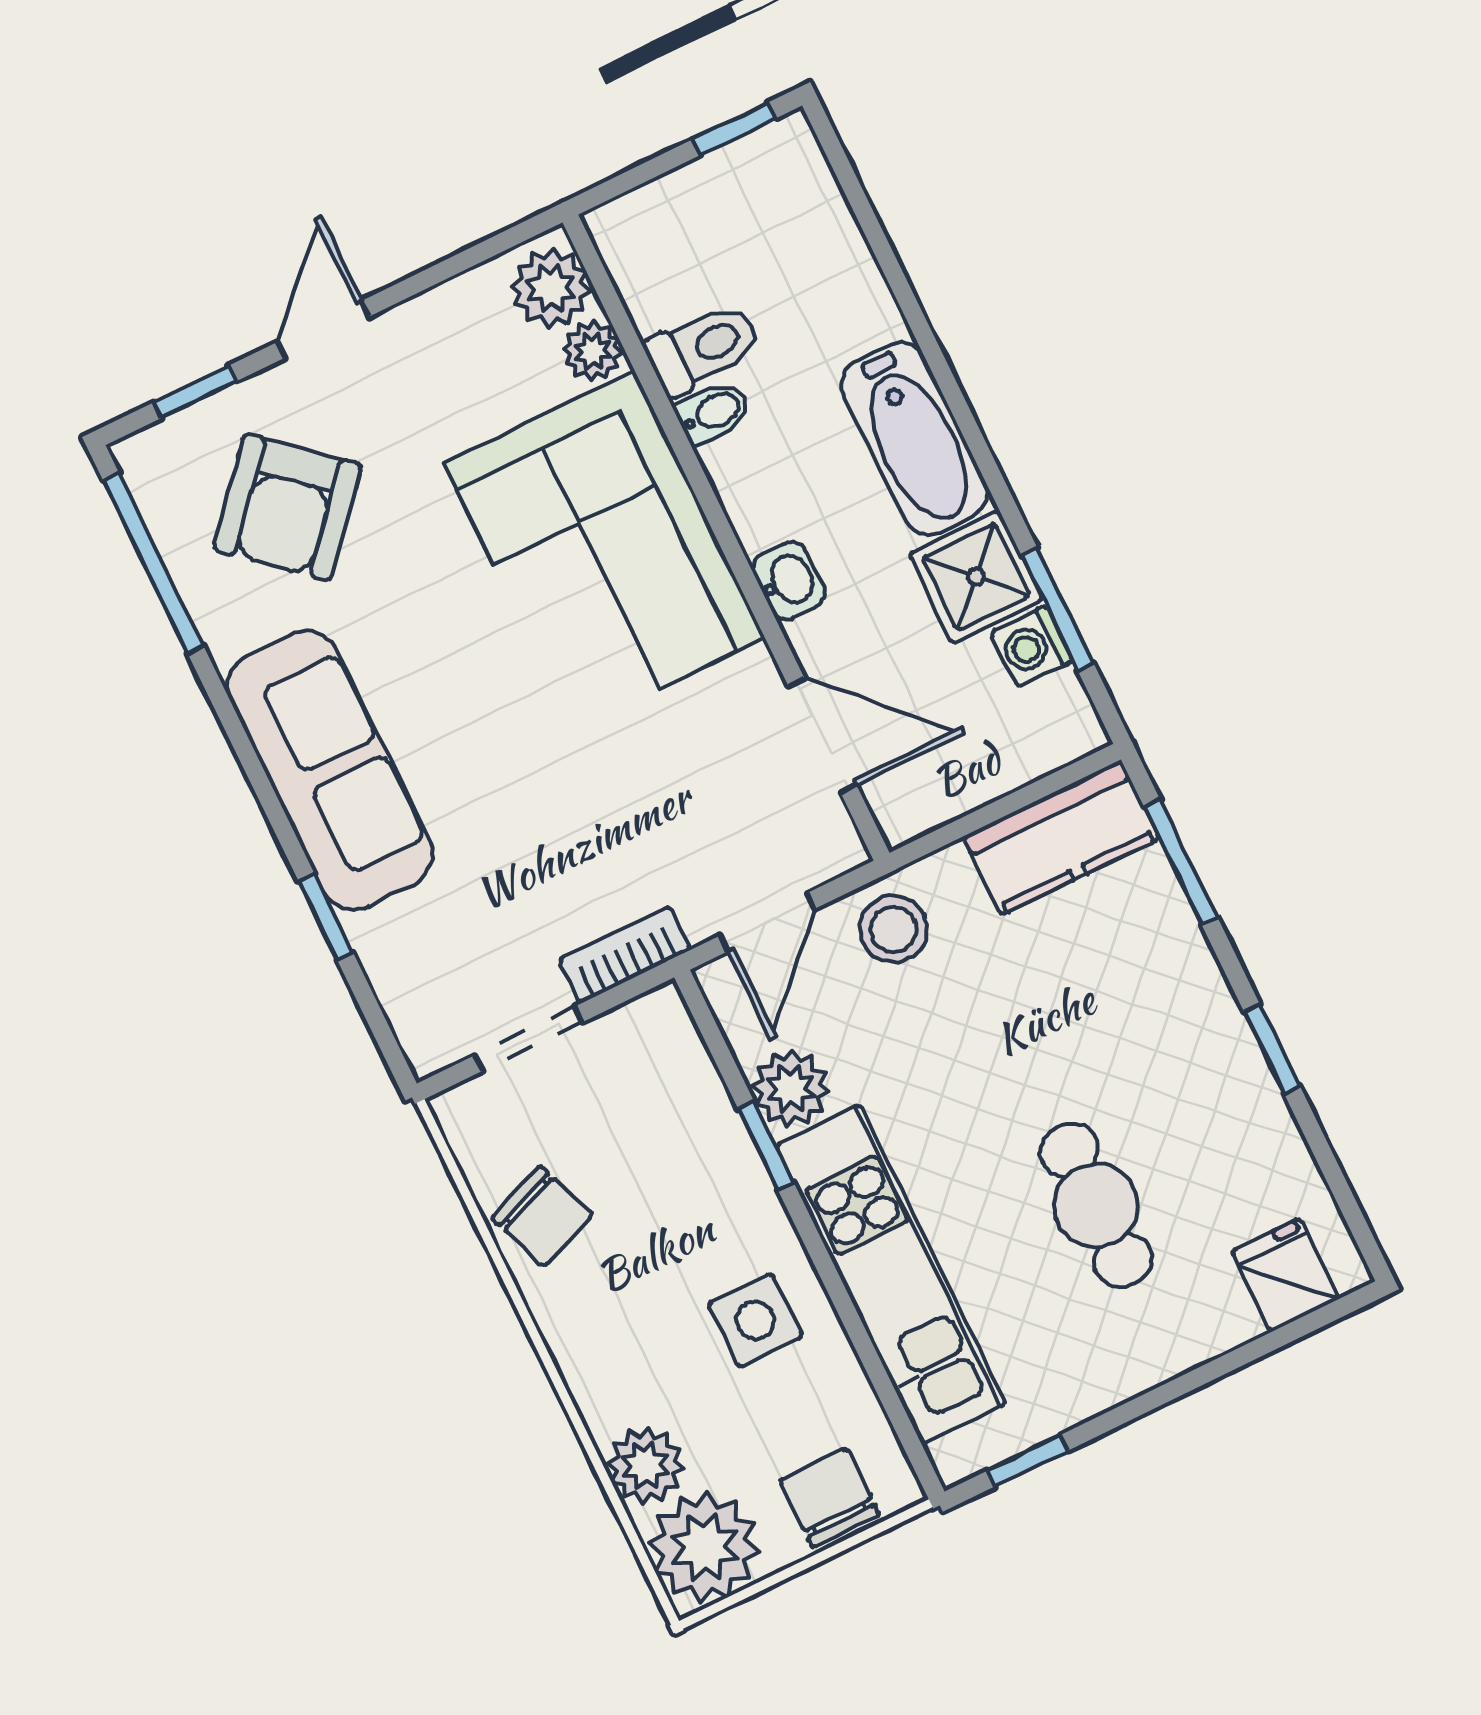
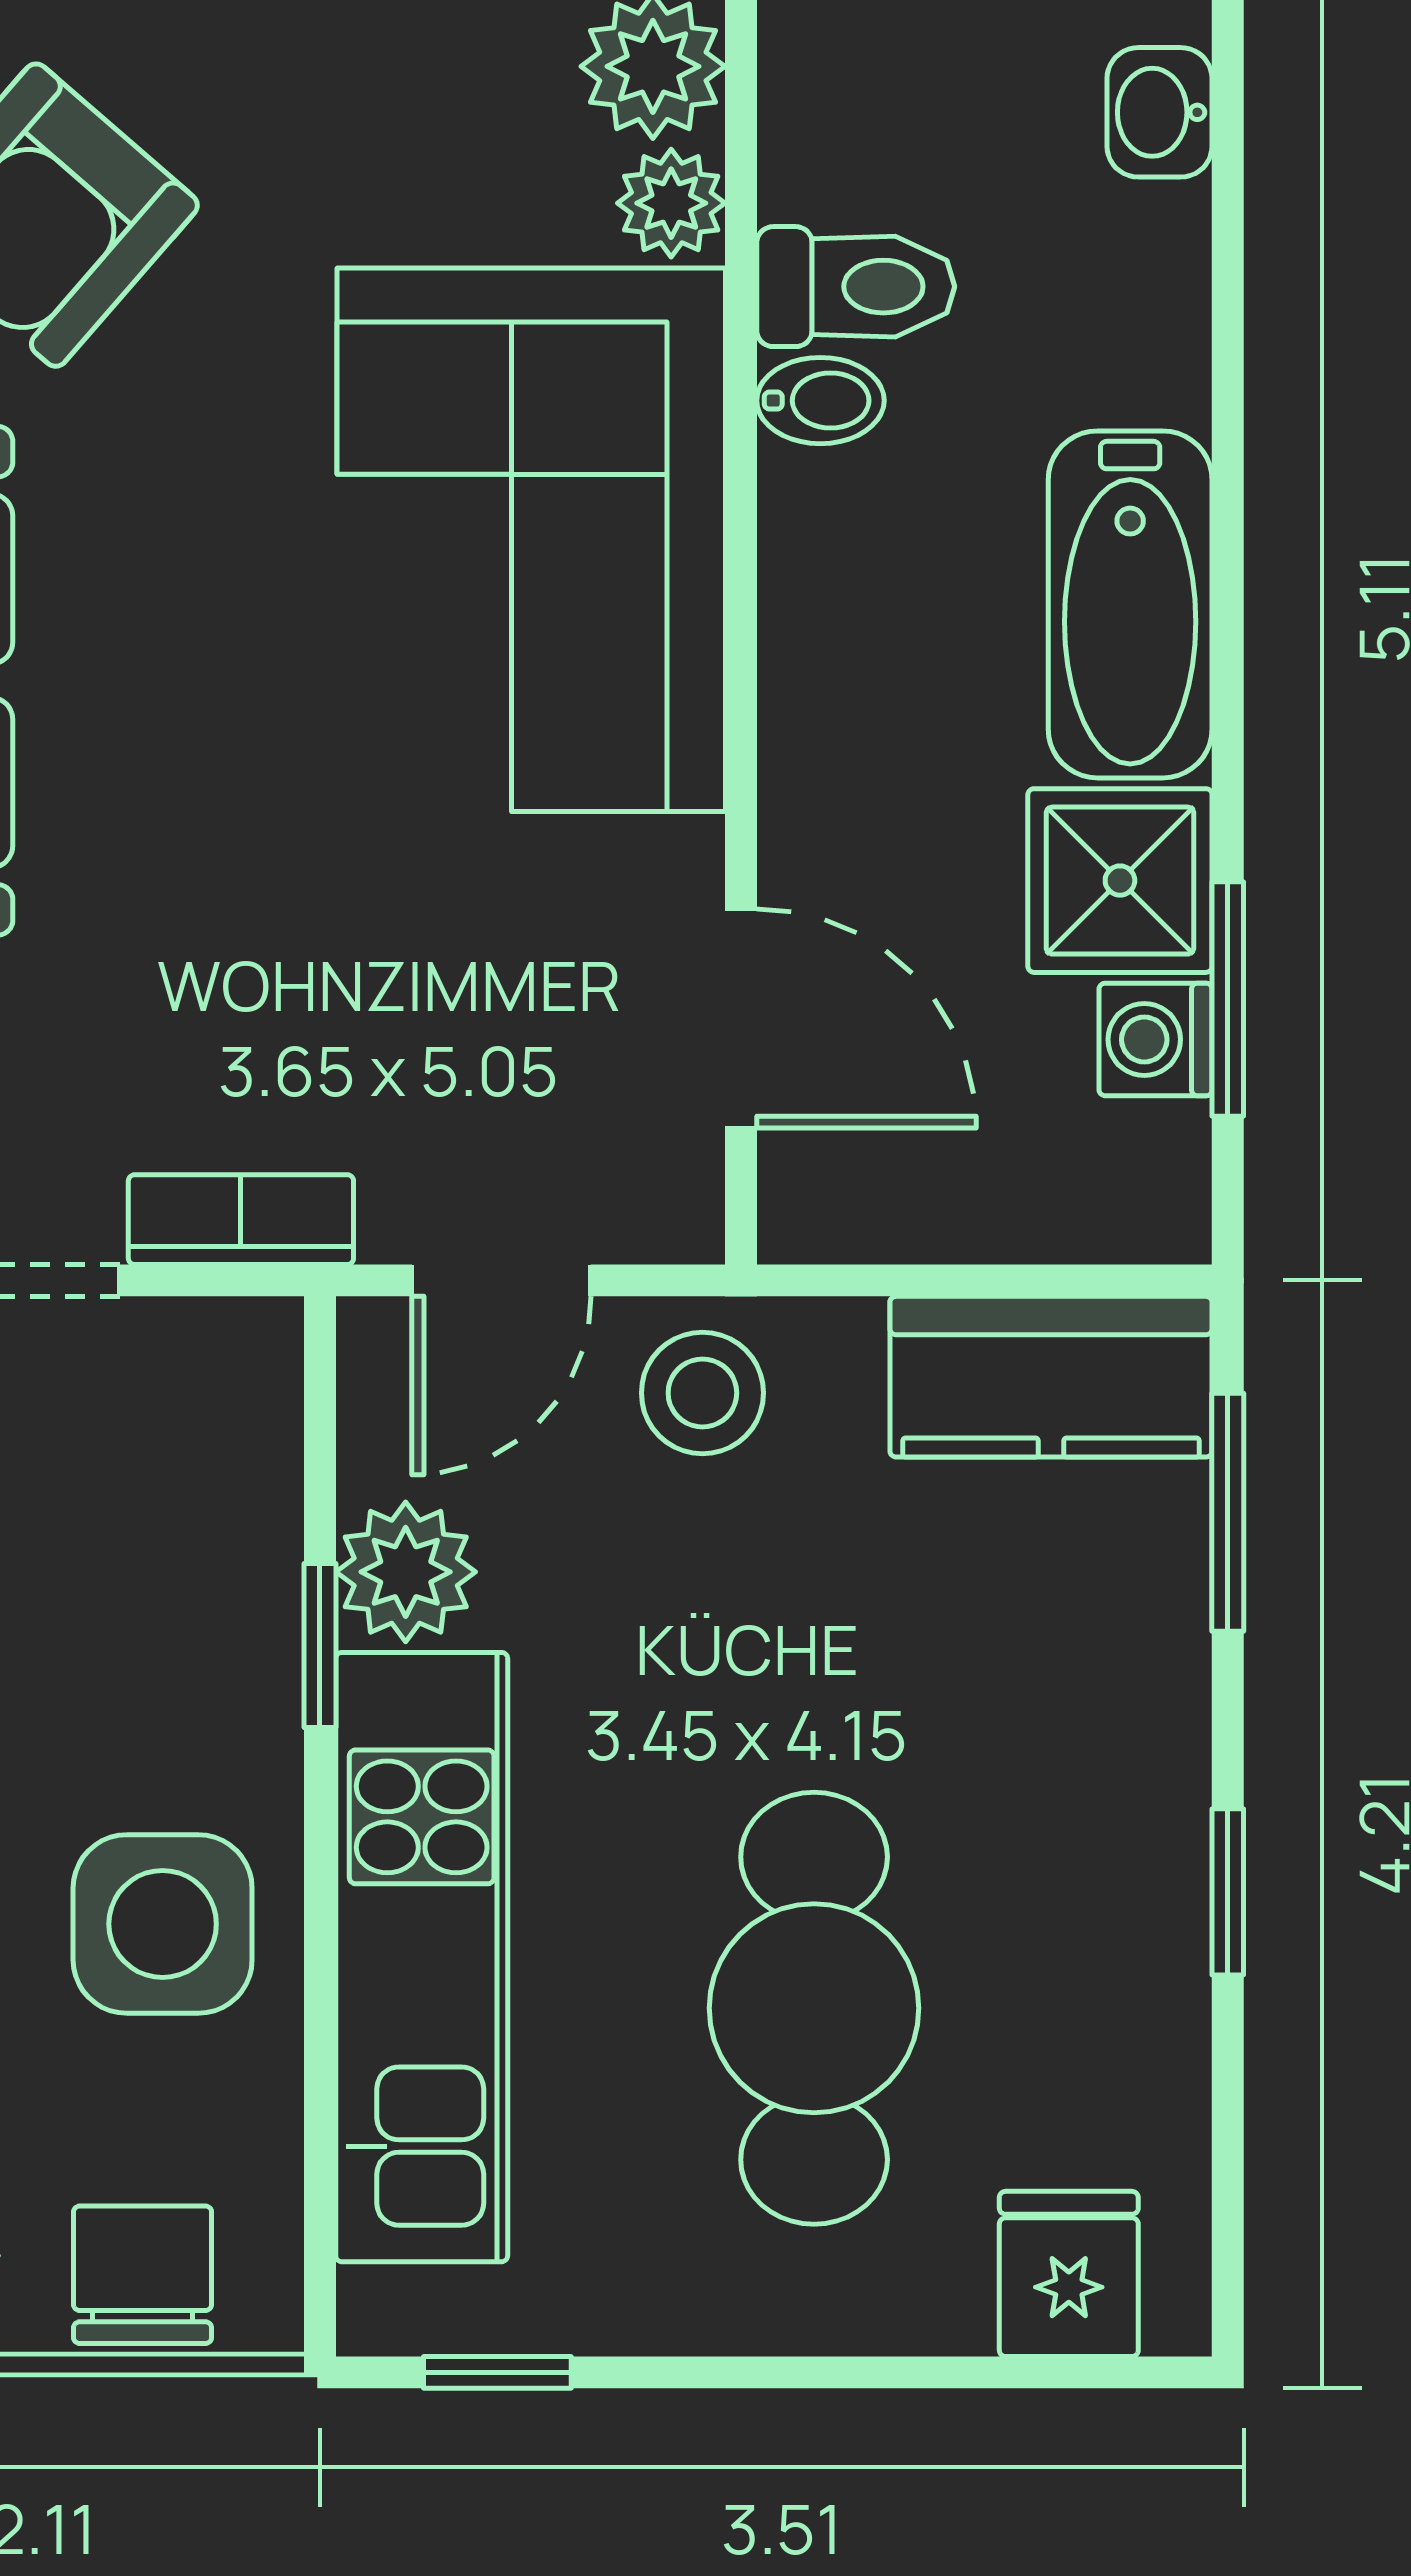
washbasin: (789, 581) -> (1160, 112), moved, turned 180
cafe table: (1096, 1205) -> (814, 2008), width x1.37, depth x1.35
side table: (755, 1320) -> (163, 1924), width x1.37, depth x1.37

